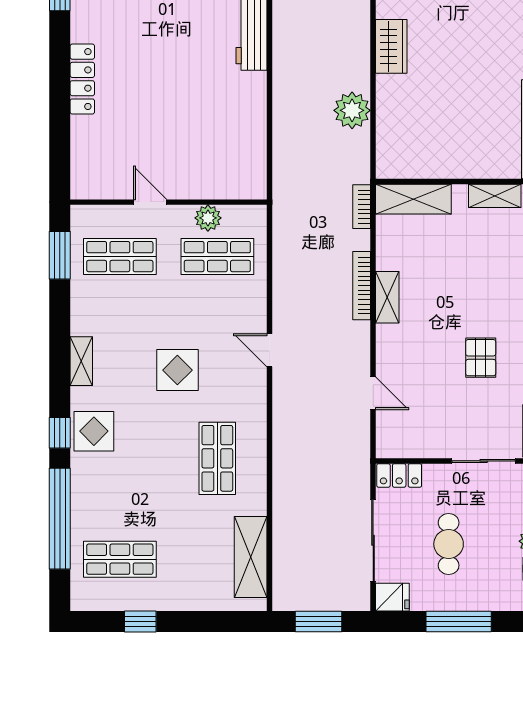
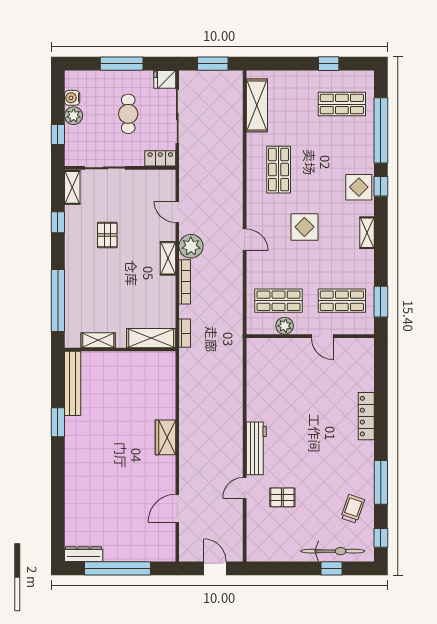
plant: (352, 110) -> (191, 246), moved
shelving: (387, 297) -> (168, 258), moved

